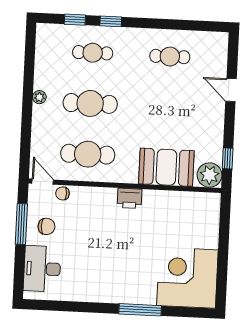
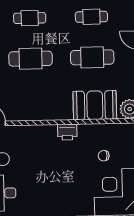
cafe table: (88, 154) -> (92, 57), moved
chair: (62, 193) -> (104, 156), moved

